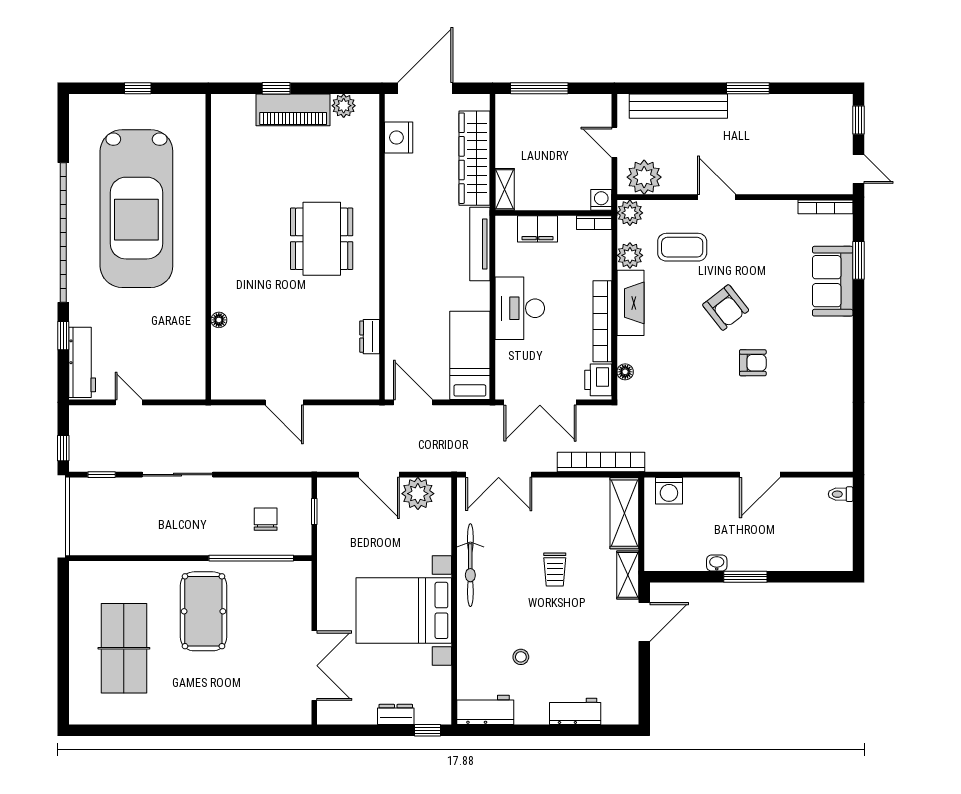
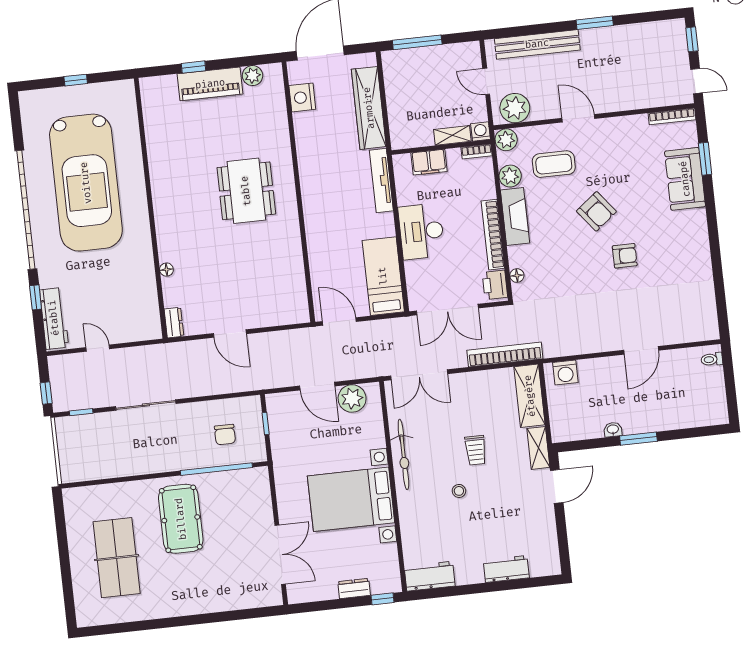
shelving: (505, 189) -> (452, 135), moved, turned 90
dresser: (370, 337) -> (174, 323), moved, turned 180
chair: (266, 519) -> (225, 435), turned 180
stool: (521, 657) -> (459, 491), moved

